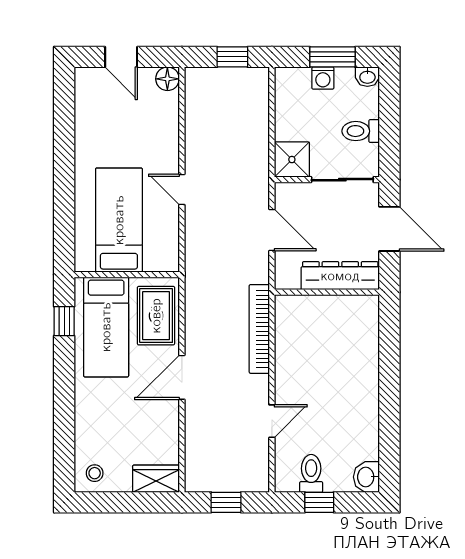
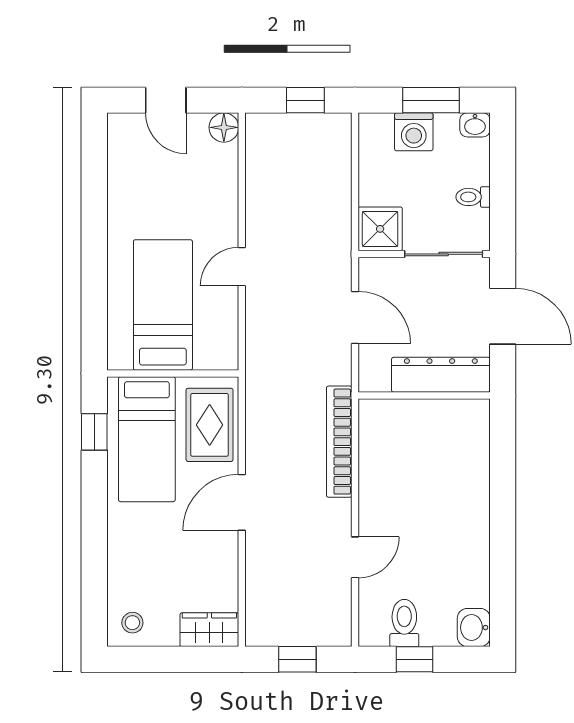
washing machine: (323, 78) -> (414, 132), width x1.38, depth x1.38
toilet: (361, 131) -> (473, 197), width x0.73, depth x0.72
door: (182, 190) -> (242, 267), hinge flipped

